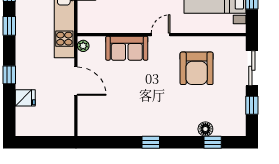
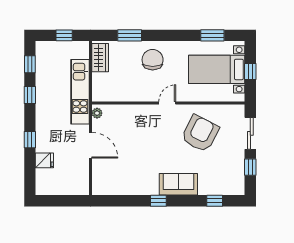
sofa: (127, 48) -> (178, 184), moved, turned 180
armchair: (197, 68) -> (200, 134), turned -153
floor lamp: (205, 129) -> (208, 189), removed

